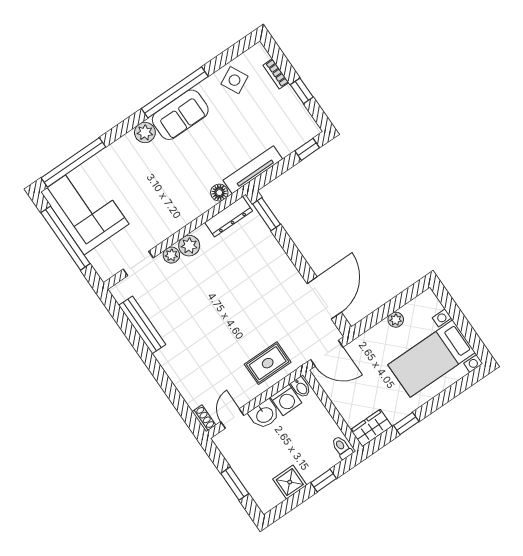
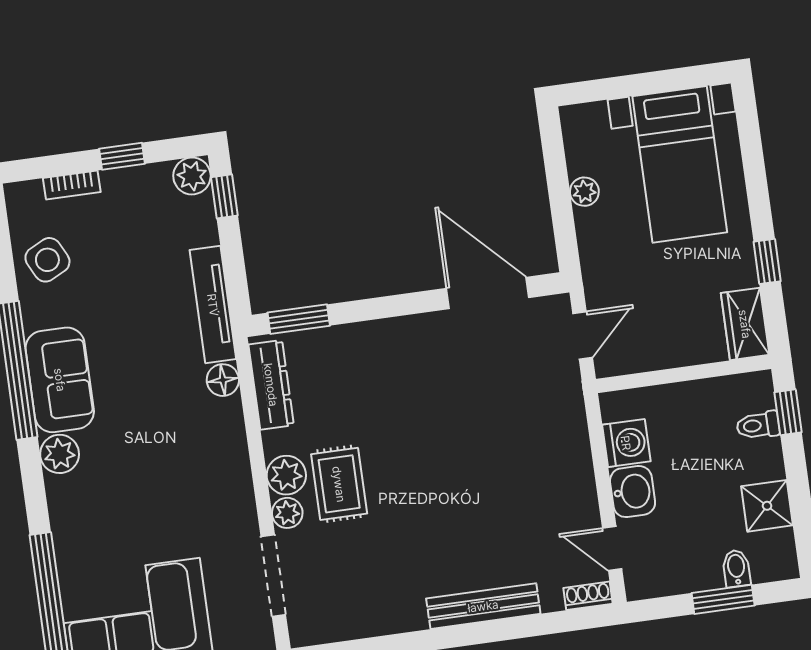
plant: (309, 129) -> (192, 176), added
doorway: (138, 263) -> (273, 576), width x1.38
bench: (142, 325) -> (483, 606), moved
door: (327, 353) -> (583, 335), width x0.73
rug: (268, 363) -> (339, 484), moved
bidet: (301, 387) -> (736, 568), moved, turned -90
toilet: (342, 447) -> (758, 425), moved
window: (324, 481) -> (788, 412), moved

